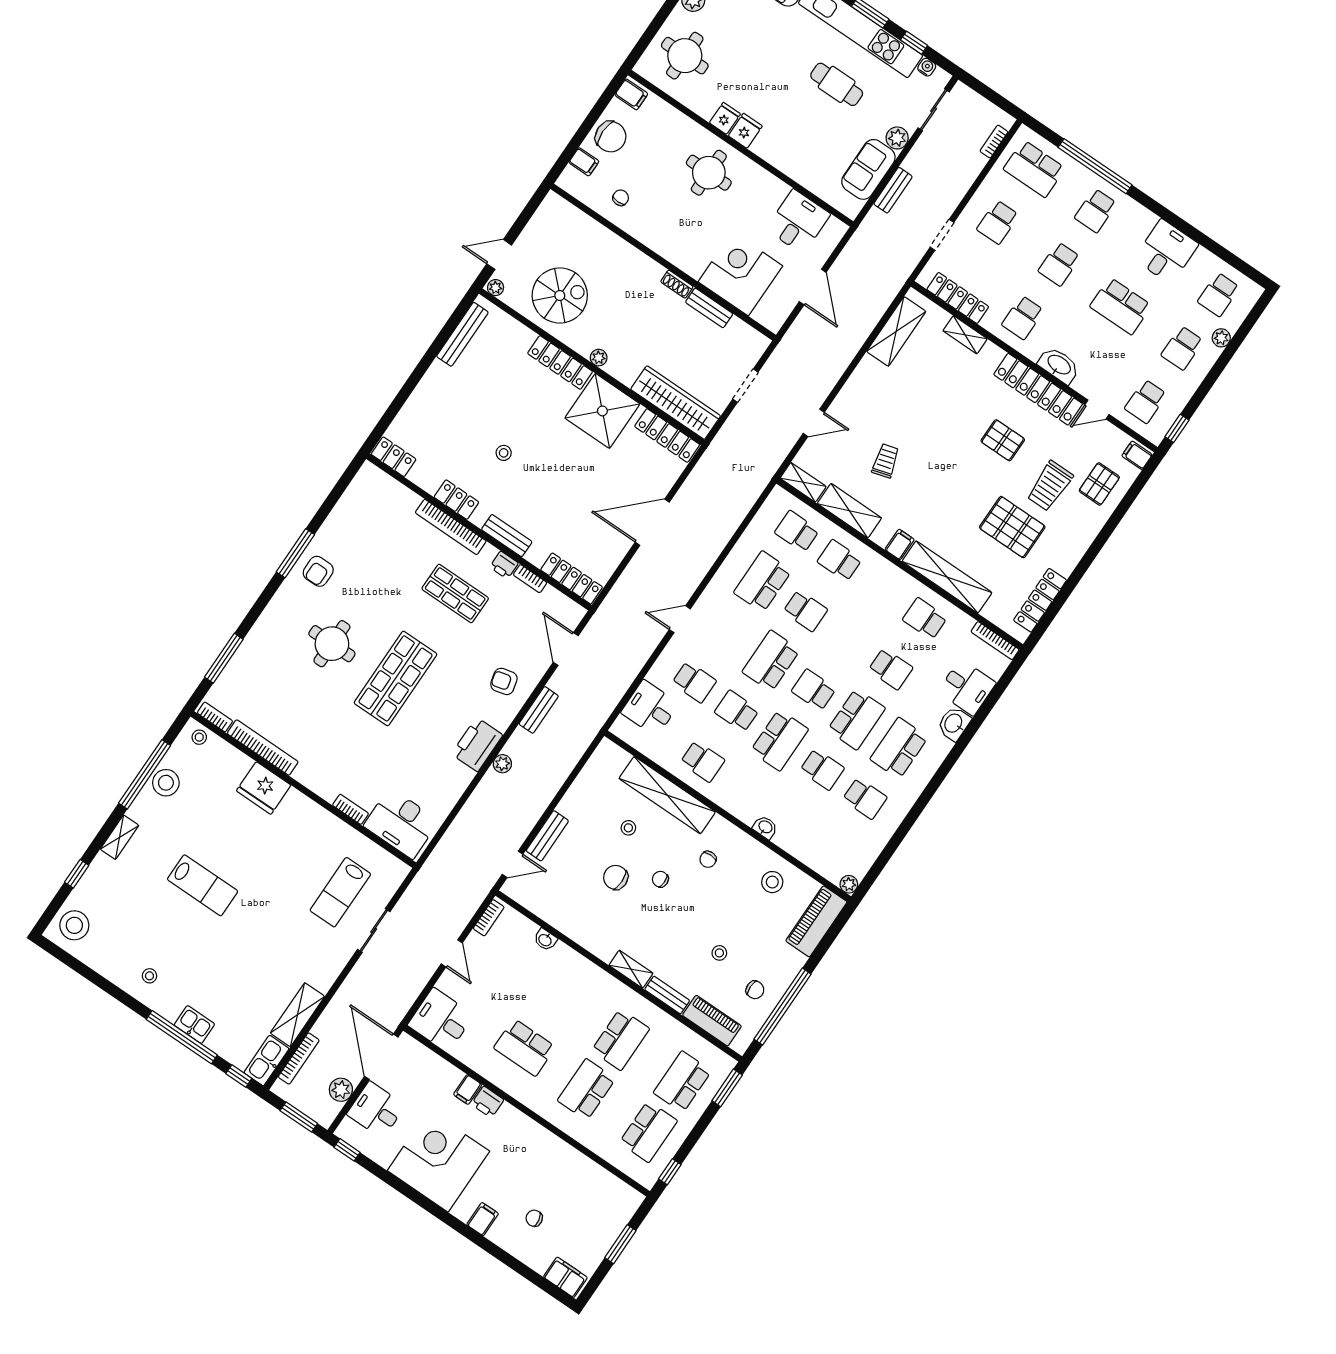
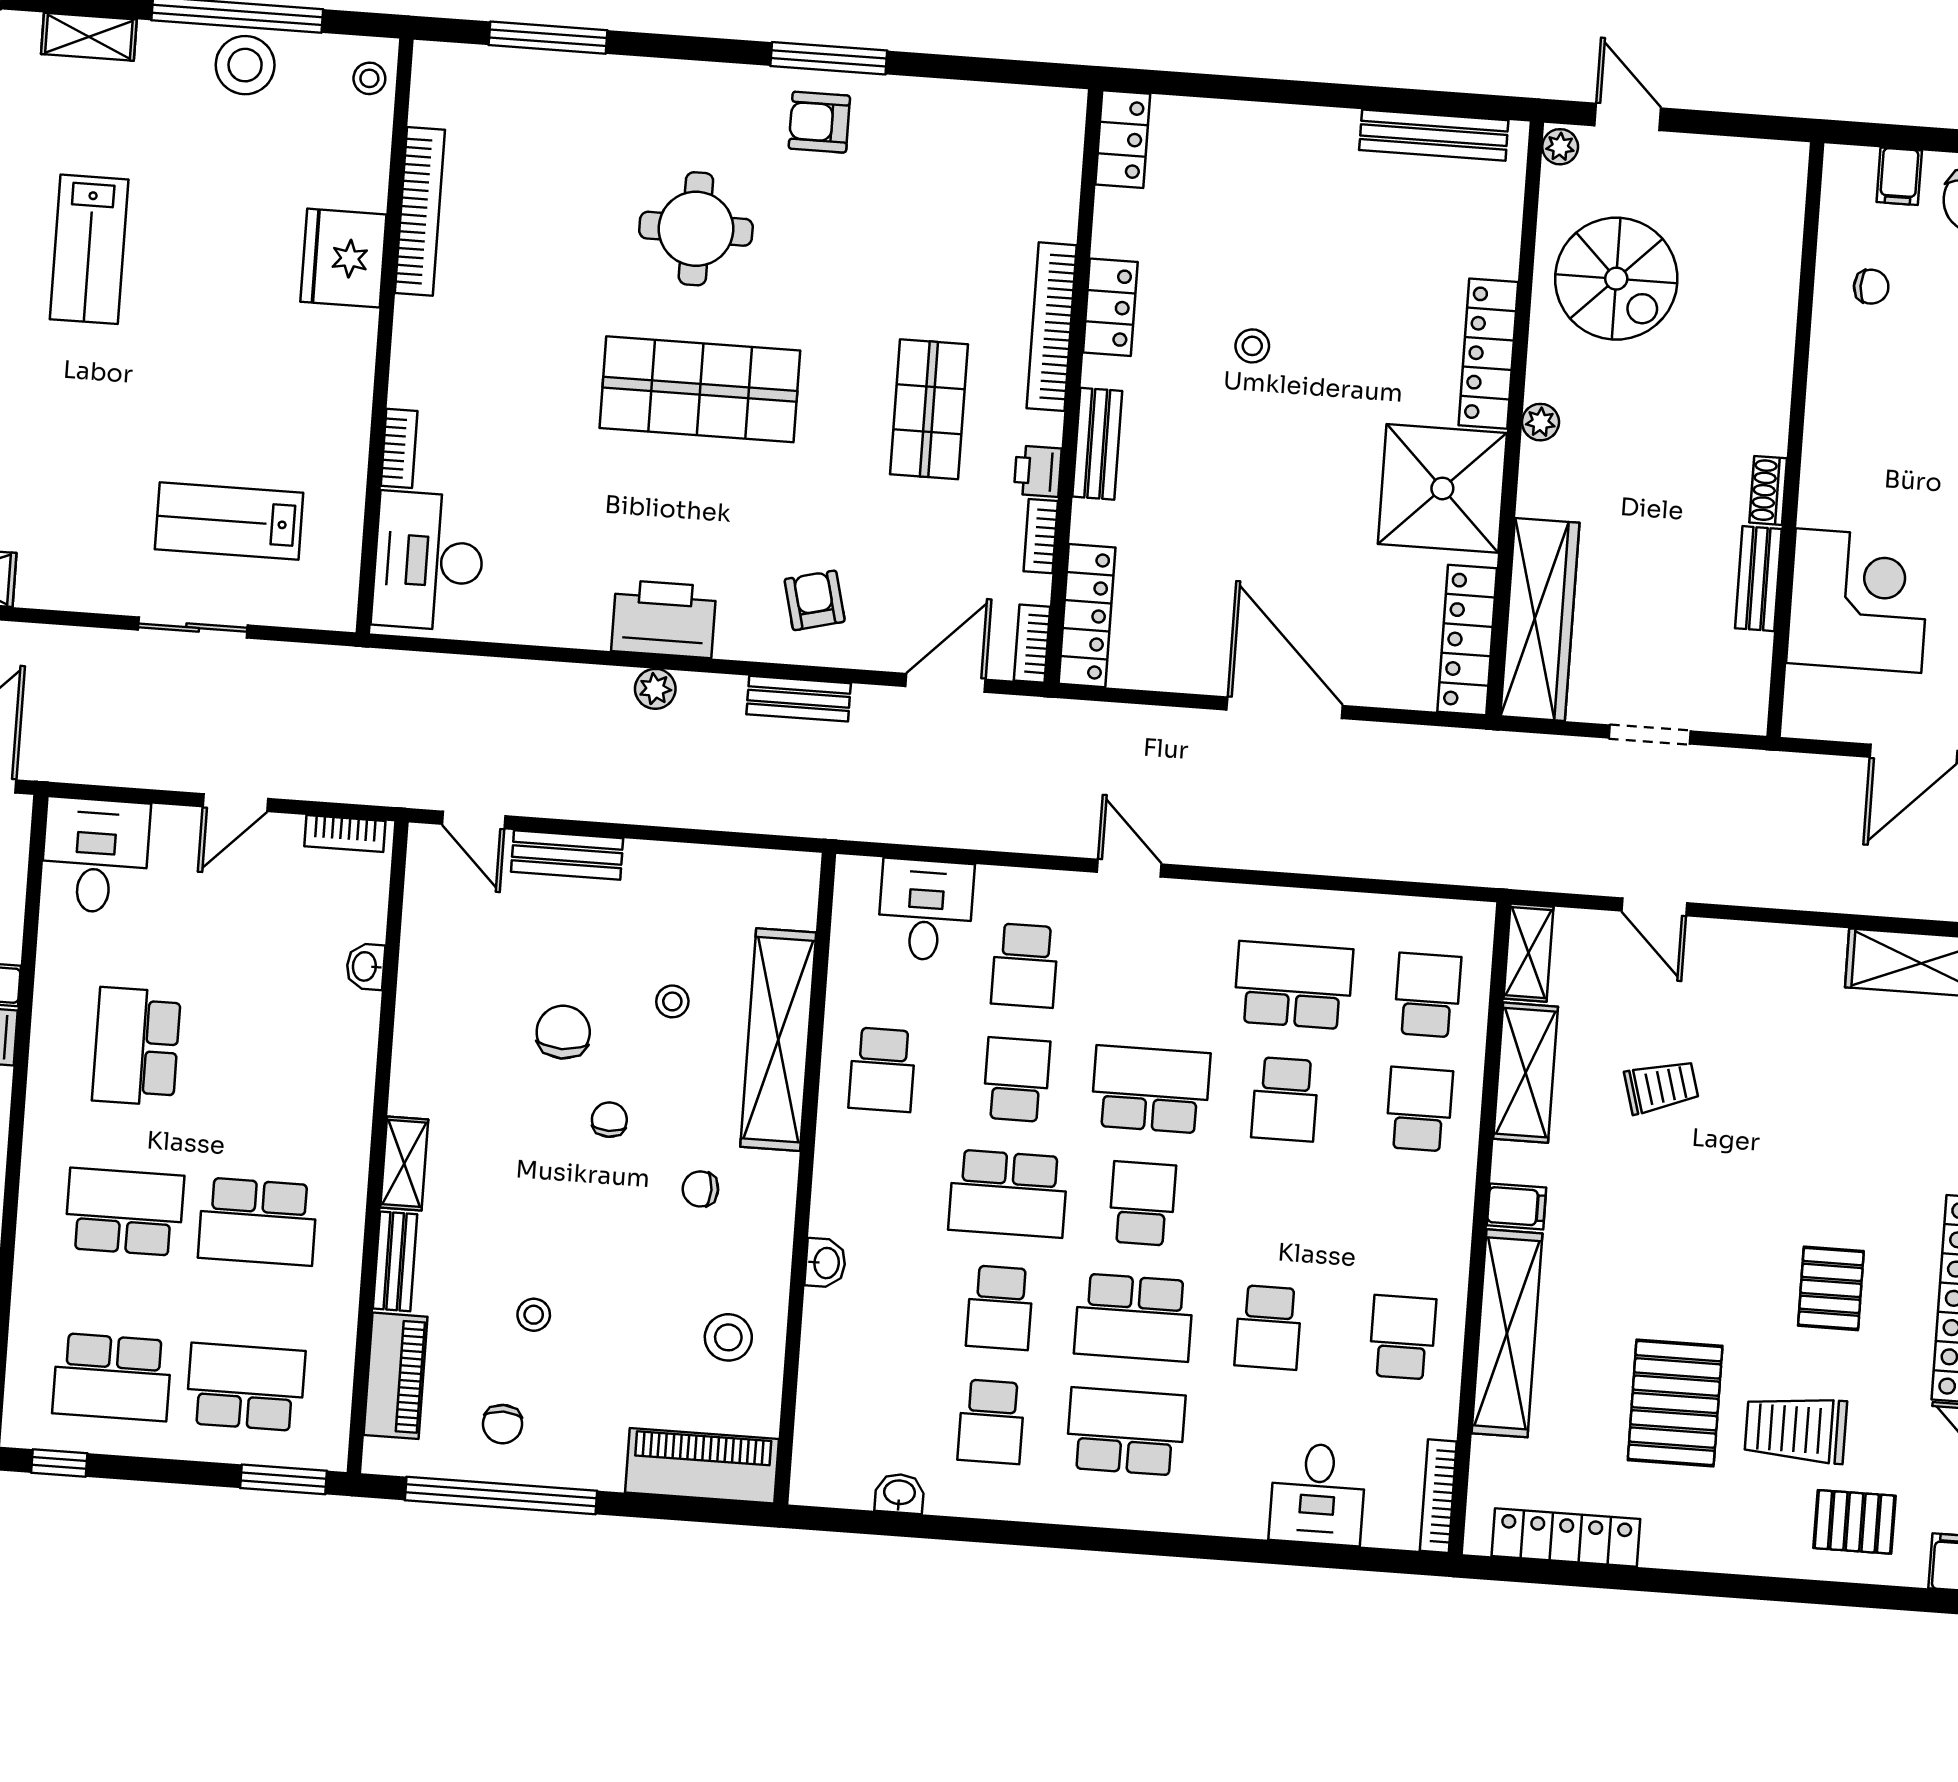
bookcase: (215, 717) -> (1032, 644), moved, turned 180
washbasin: (954, 724) -> (899, 1493), moved, width x0.72, depth x0.69
plant: (849, 884) -> (809, 1487), removed

